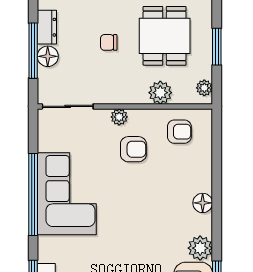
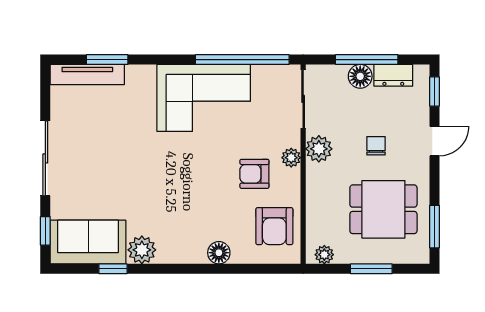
plant: (160, 93) -> (319, 149), moved
armchair: (179, 132) -> (274, 226), width x1.38, depth x1.38
armchair: (133, 149) -> (254, 174), turned 90
window: (33, 194) -> (242, 60), moved
floor lamp: (203, 203) -> (219, 253), moved

